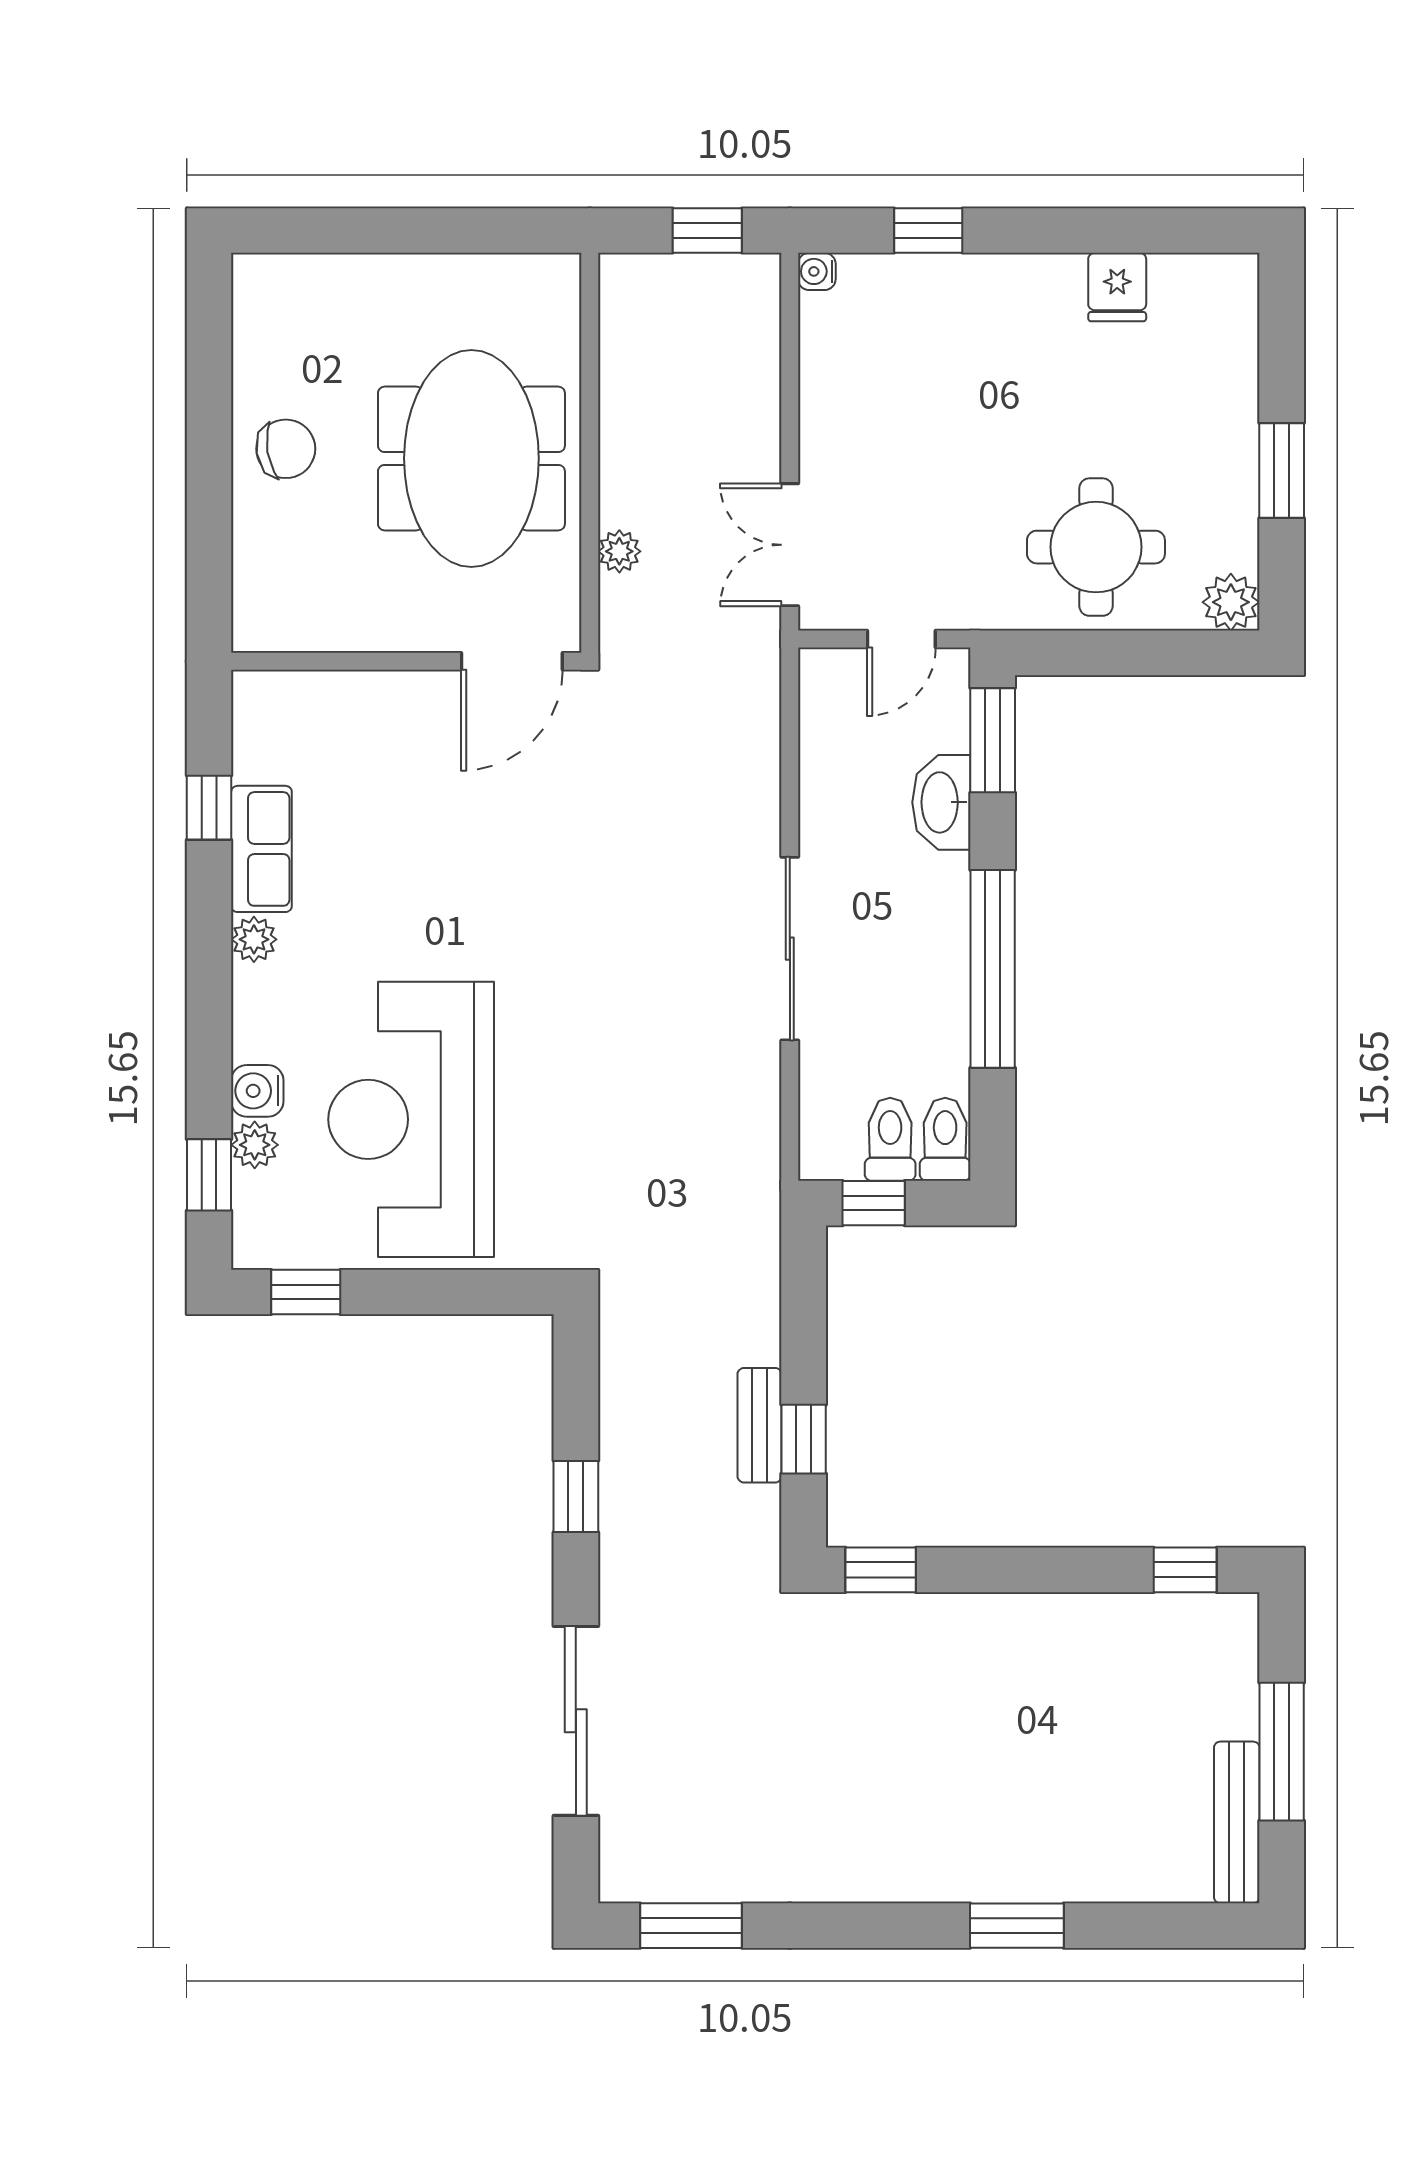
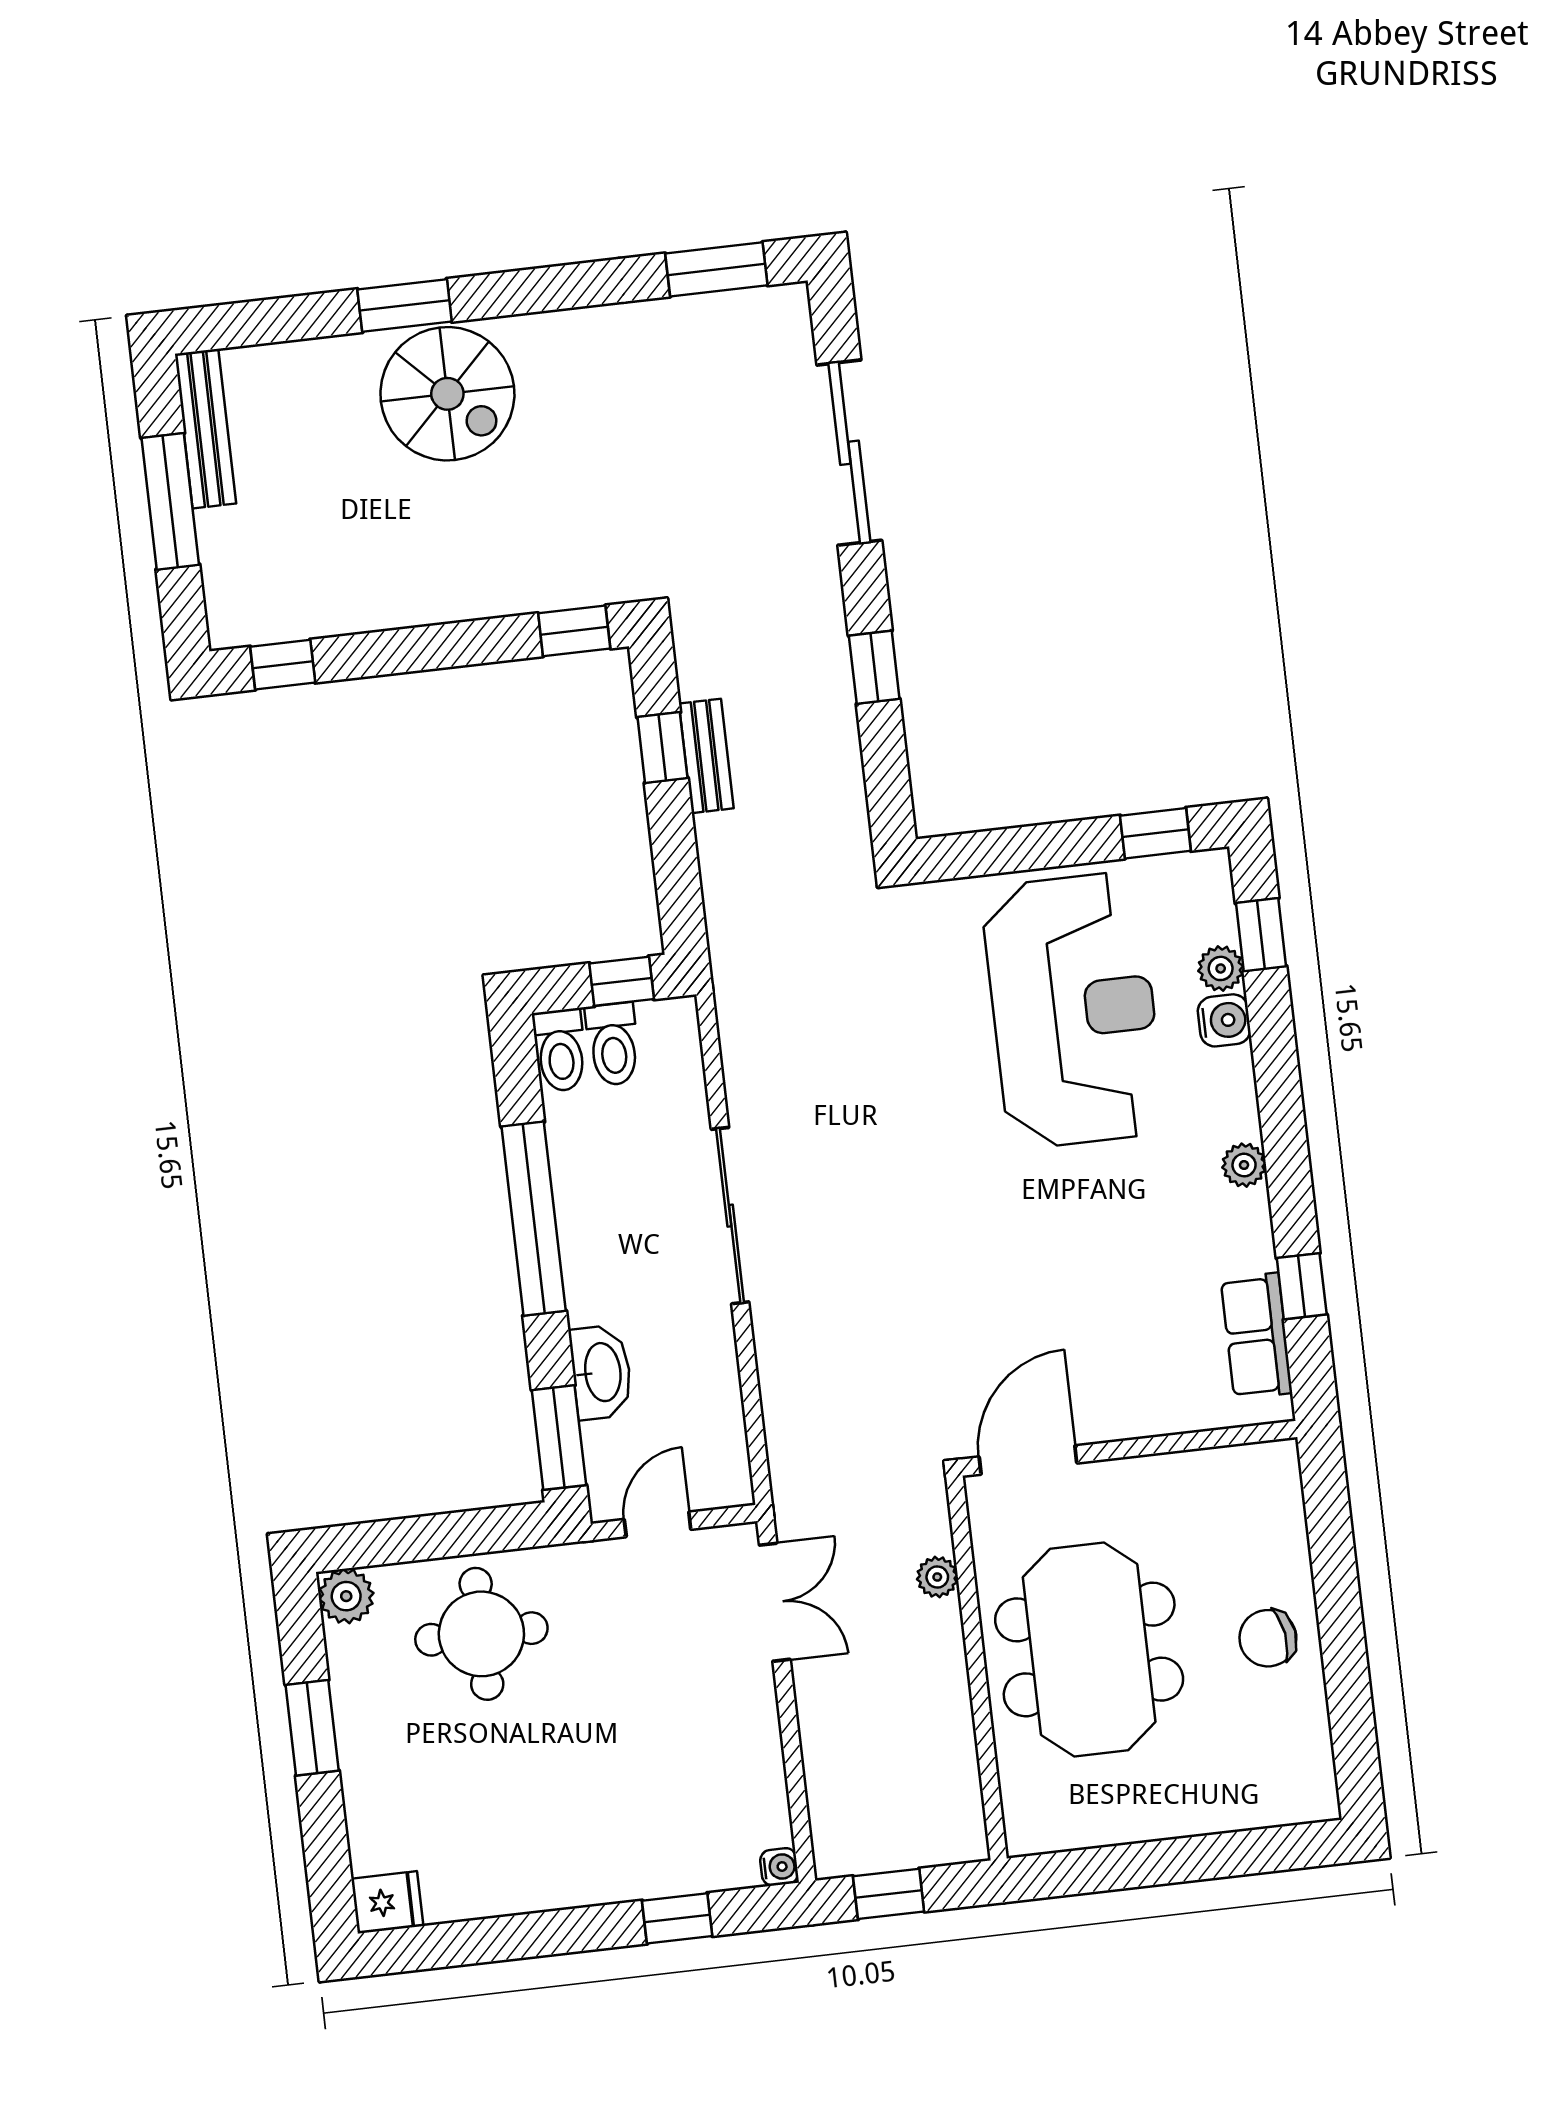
fridge: (1117, 287) -> (387, 1902), moved, turned 90
row of seats: (261, 849) -> (1257, 1336), moved
spiral stairs: (983, 1829) -> (447, 394), added

